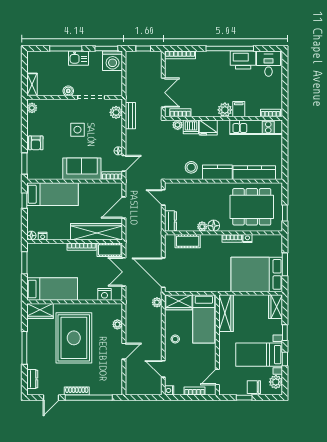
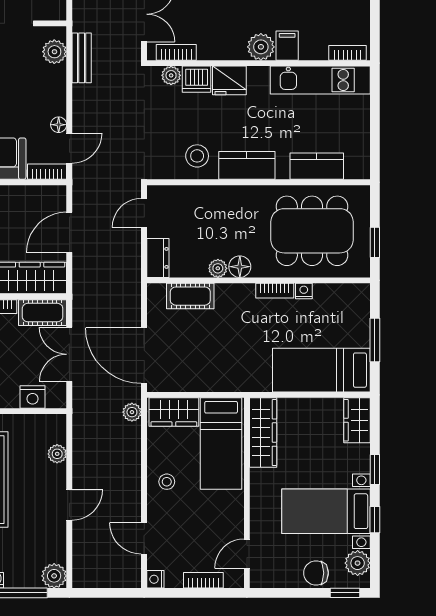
kitchen counter: (254, 173) -> (317, 166), width x0.67
door: (163, 197) -> (144, 213), hinge flipped
bed: (257, 274) -> (321, 370), width x0.67
plant: (116, 389) -> (54, 576), added
window: (244, 398) -> (345, 593), moved

